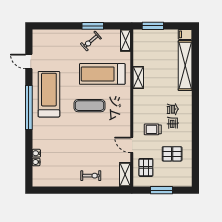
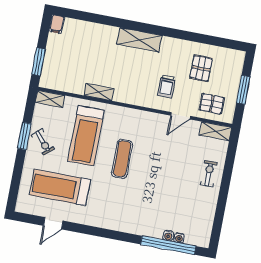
shelving: (185, 65) -> (139, 40), moved, width x0.68
treadmill: (49, 94) -> (60, 187), moved
window: (29, 107) -> (168, 245), moved

